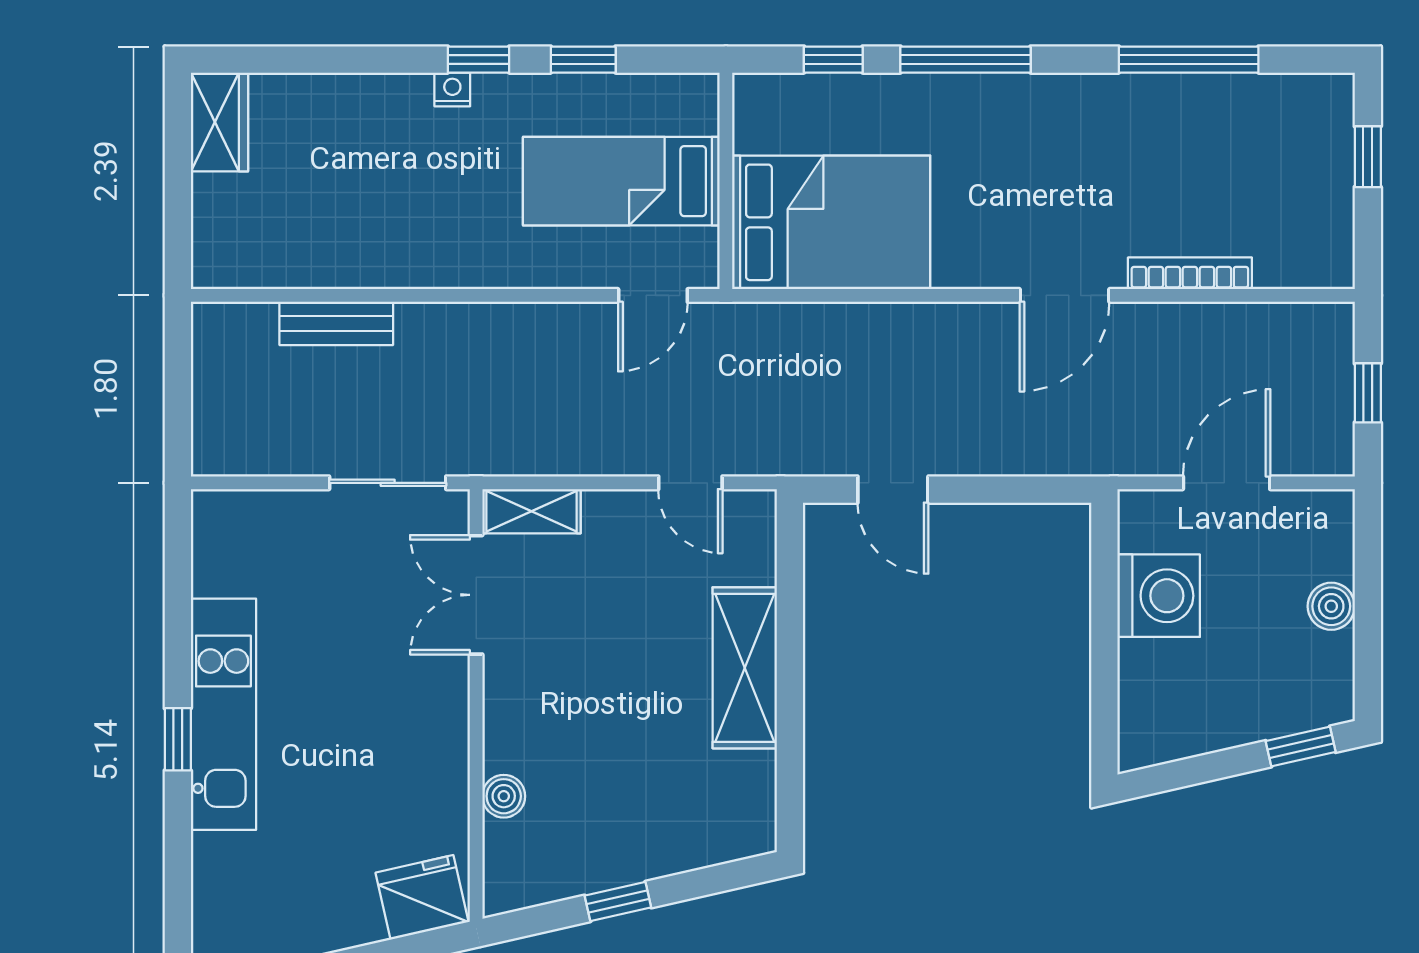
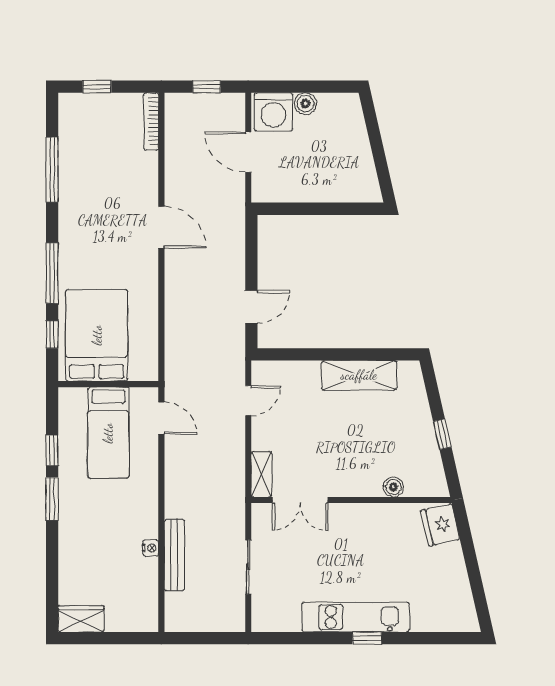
window: (479, 60) -> (52, 499), width x1.50
nightstand: (452, 89) -> (151, 548), moved, turned 180
bed: (831, 222) -> (97, 335), moved
bookcase: (1190, 273) -> (151, 121), moved
bench: (336, 323) -> (174, 555), width x1.36
sliding door: (388, 483) -> (248, 567), moved
washing machine: (1159, 596) -> (273, 112), moved, turned 180
shelving: (745, 668) -> (359, 375), moved
window: (1301, 747) -> (370, 118), removed

